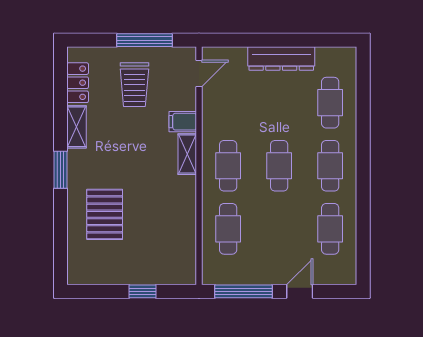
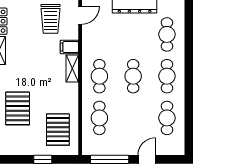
trolley: (134, 85) -> (51, 19), moved
pallet: (165, 246) -> (58, 130), added

